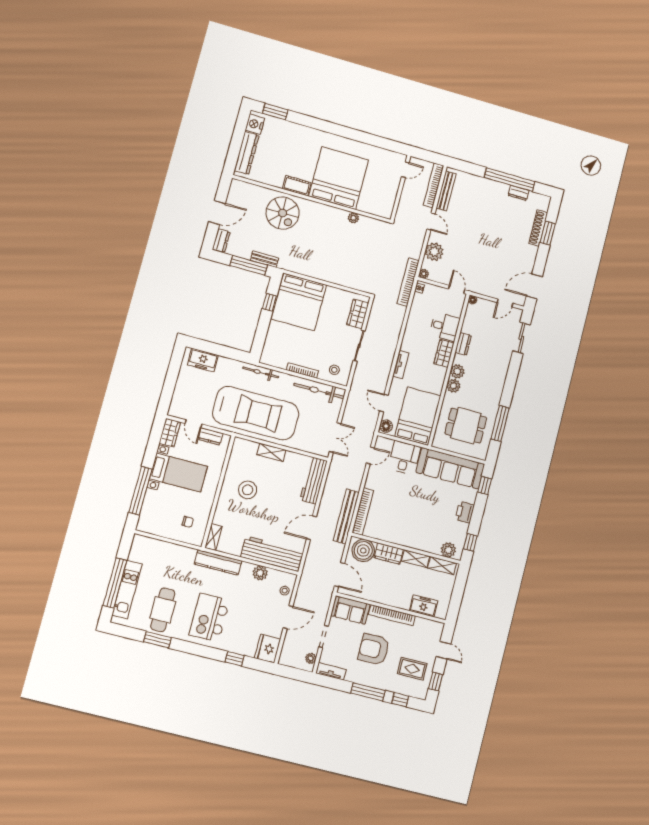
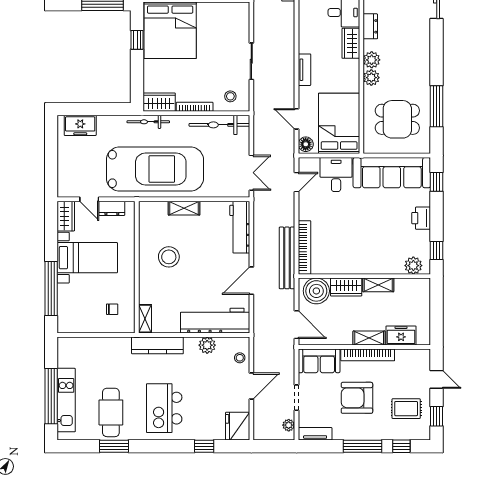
wardrobe: (358, 314) -> (159, 102), moved, turned 90
shelving: (442, 566) -> (369, 338), moved

